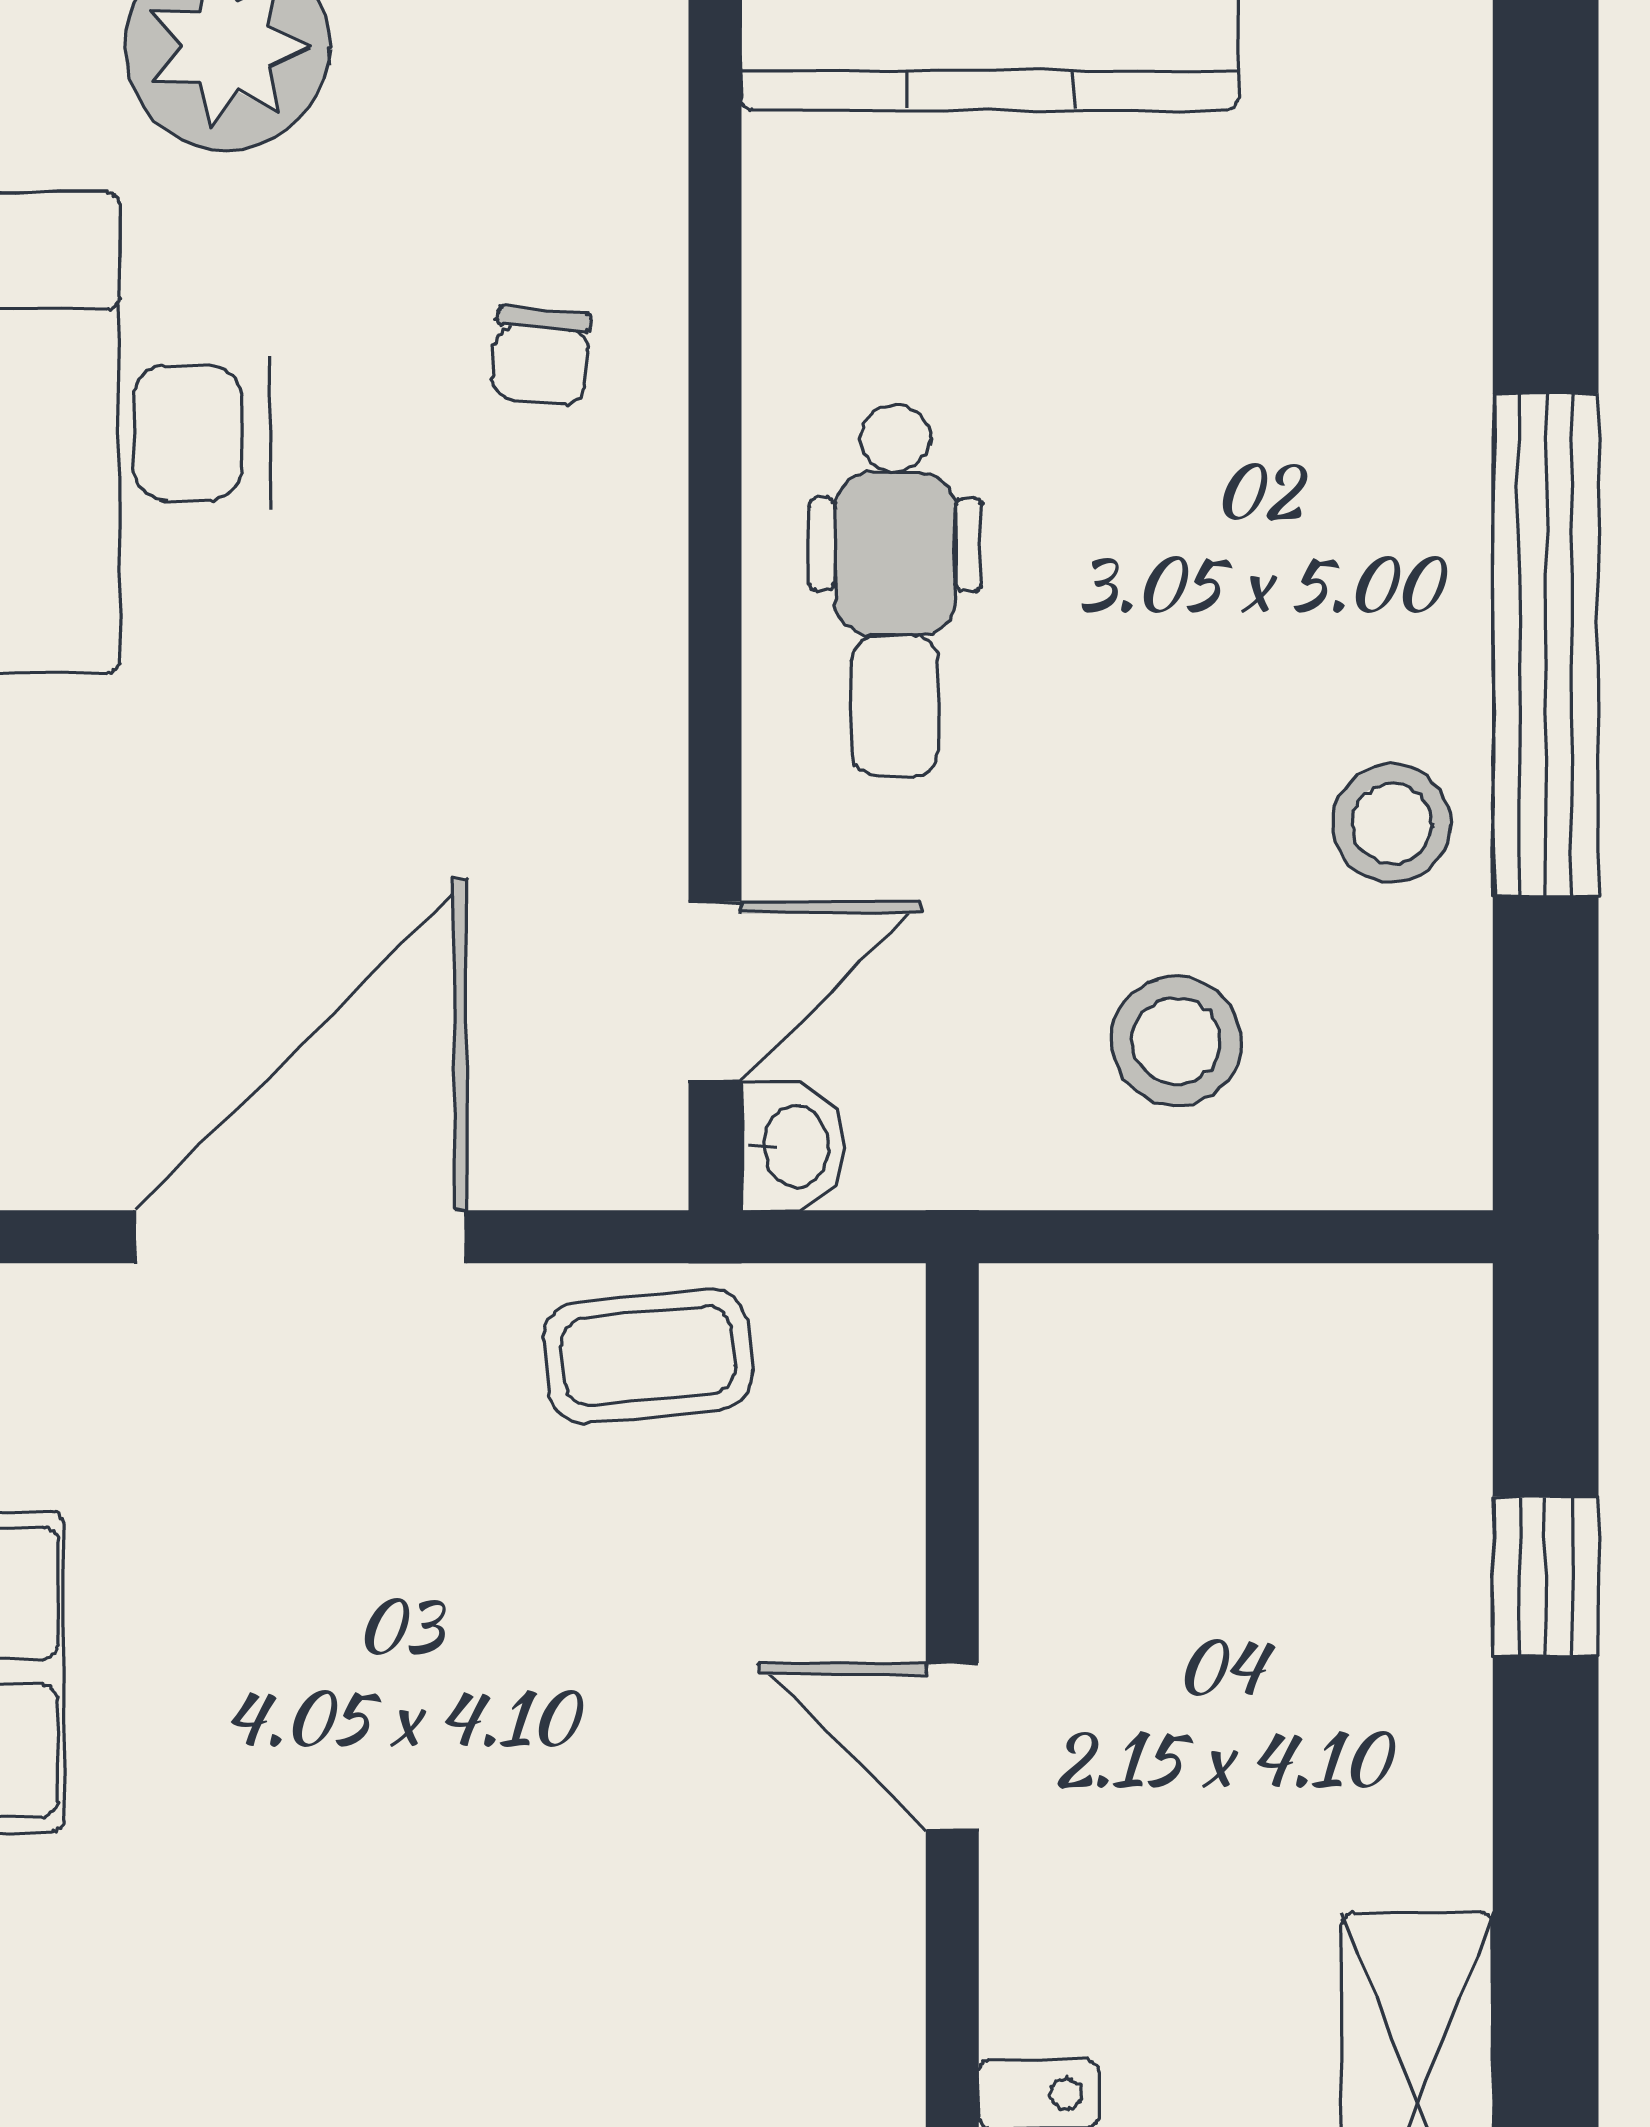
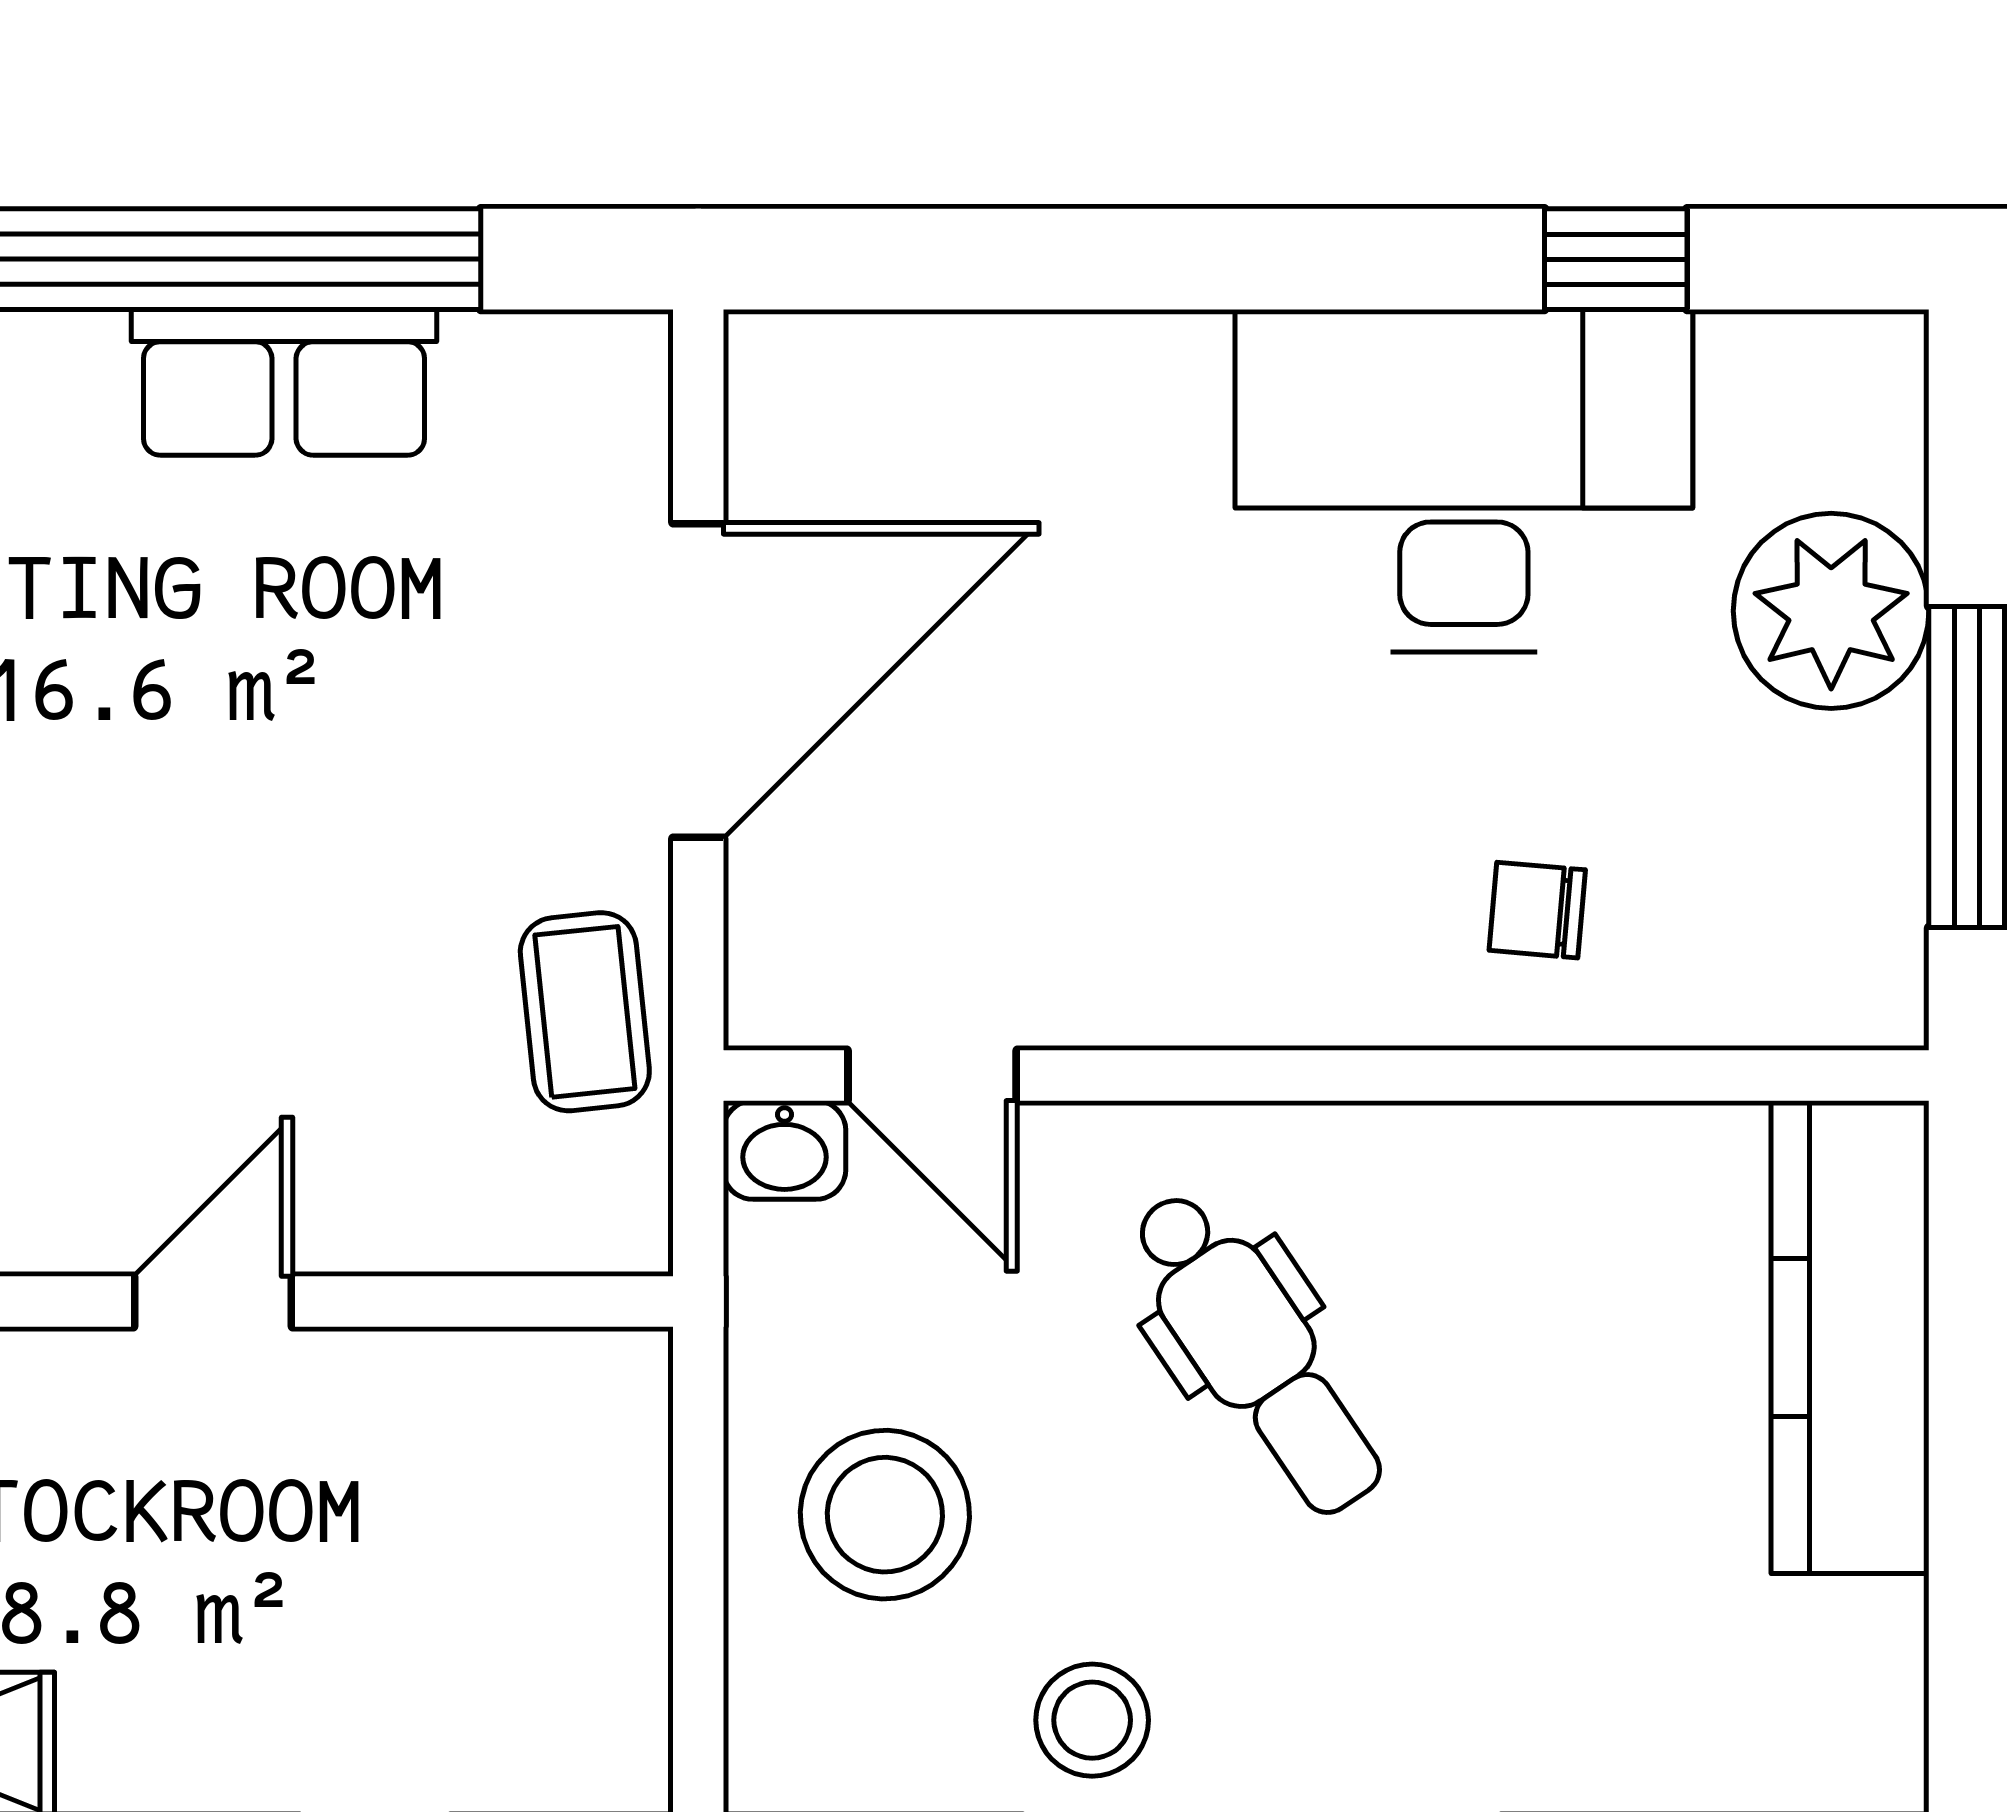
dental chair: (895, 591) -> (1256, 1353), moved, turned -124
stool: (1176, 1041) -> (885, 1515), width x1.38, depth x1.38
door: (300, 1237) -> (698, 681), hinge flipped

